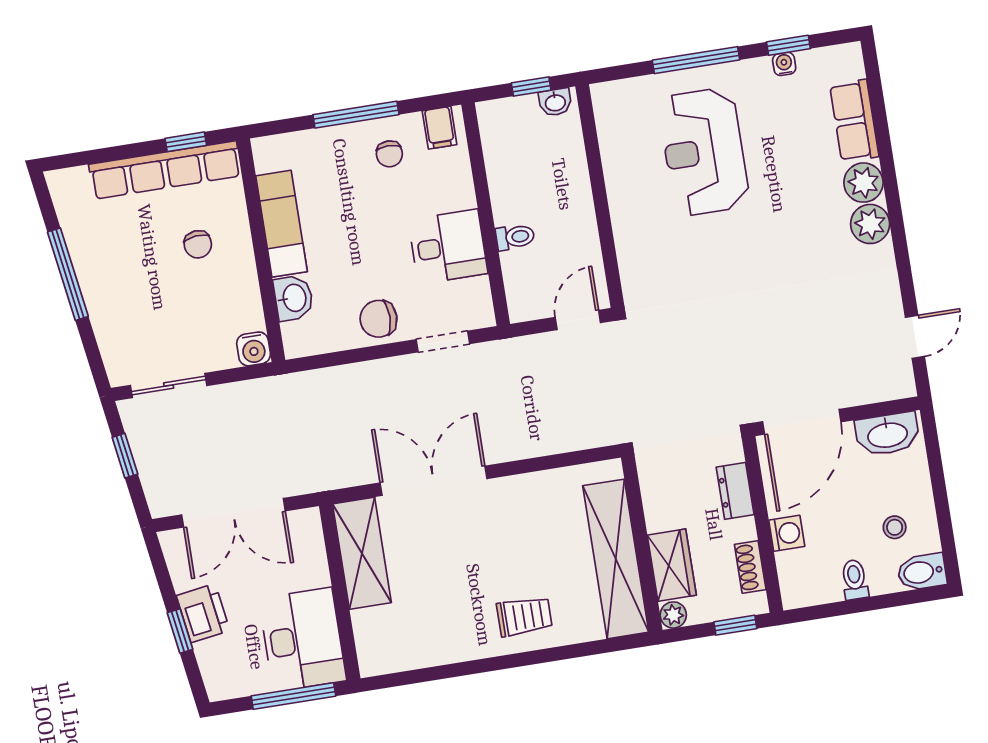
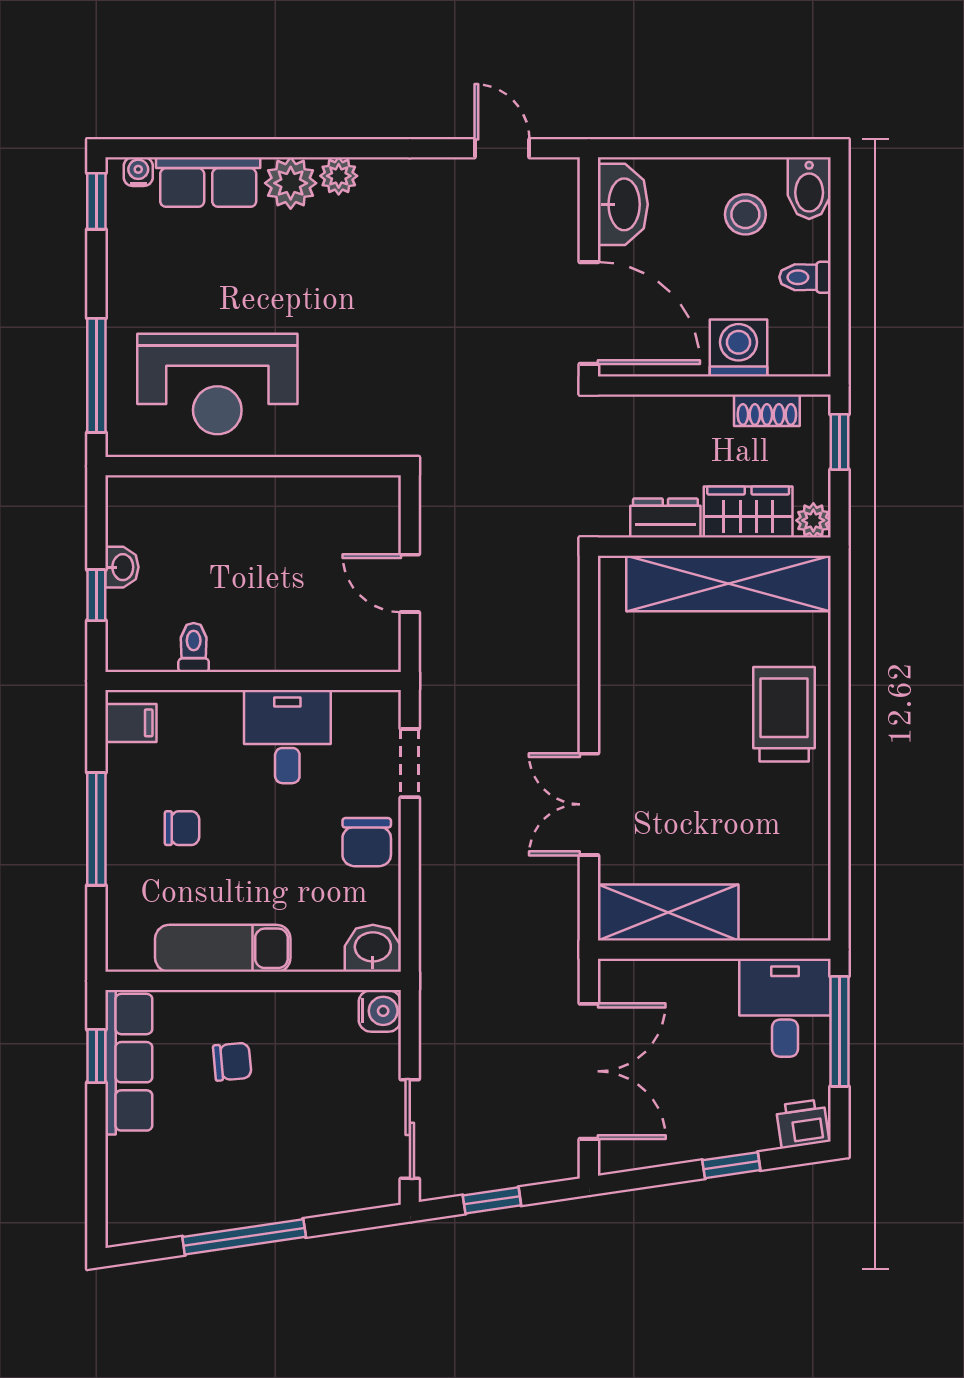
window: (788, 45) -> (96, 201), moved
water cooler: (784, 64) -> (138, 172), moved, turned 90
chair: (389, 154) -> (182, 828), moved
row of seats: (165, 170) -> (129, 1062), width x0.73
wall: (600, 196) -> (253, 466), moved
plant: (870, 224) -> (339, 176), width x0.73, depth x0.73
toilet: (515, 237) -> (194, 647), moved
washbasin: (294, 298) -> (373, 948), moved
double door: (434, 481) -> (589, 804), width x0.73
dresser: (735, 491) -> (665, 518), moved, turned 180
stool: (895, 527) -> (745, 214), width x1.37, depth x1.37
washing machine: (787, 533) -> (739, 348), width x1.38, depth x1.38
printer: (203, 613) -> (802, 1124), moved, width x0.73, depth x0.81
trolley: (524, 616) -> (784, 714), width x1.36, depth x1.39
desk: (303, 640) -> (785, 1008), width x0.73

